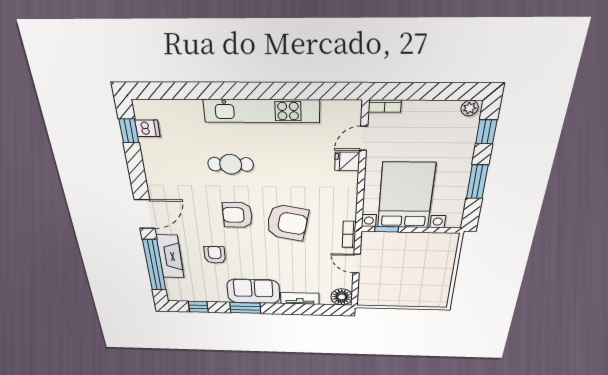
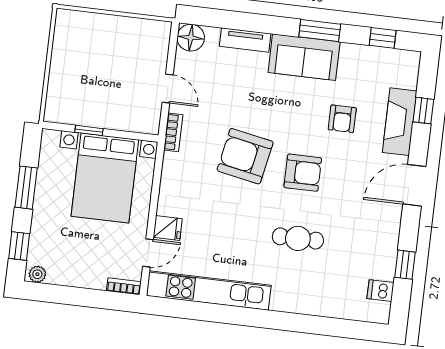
kitchen unit: (261, 111) -> (209, 290), moved
window: (129, 131) -> (405, 265), moved
window: (386, 229) -> (89, 130), moved
window: (154, 265) -> (423, 111), width x0.32

